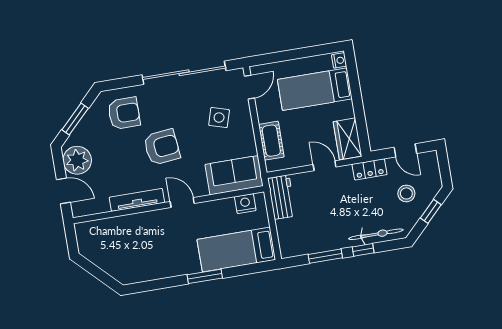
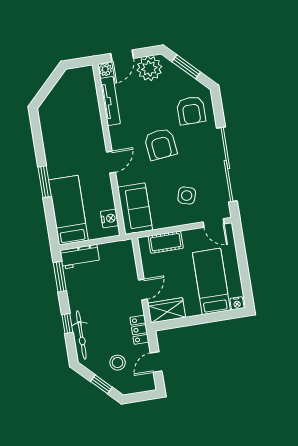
workbench: (282, 197) -> (80, 257), moved
tv unit: (137, 200) -> (110, 101), moved
plant: (79, 210) -> (105, 69), added
window: (325, 256) -> (60, 277), moved

